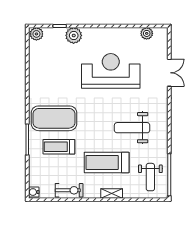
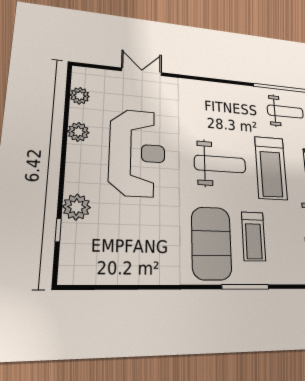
plant: (36, 34) -> (78, 132), moved
reception desk: (111, 71) -> (137, 153), turned 180
weight bench: (132, 128) -> (220, 164), moved, turned -90

